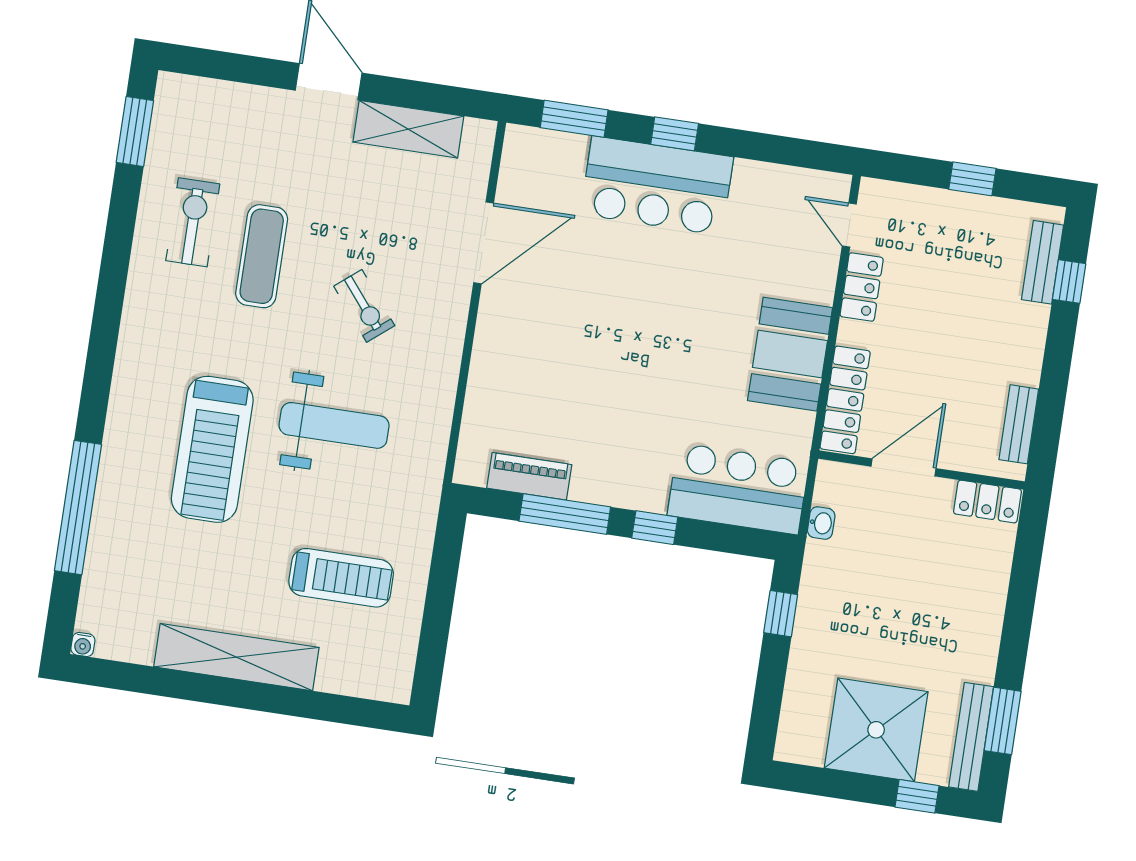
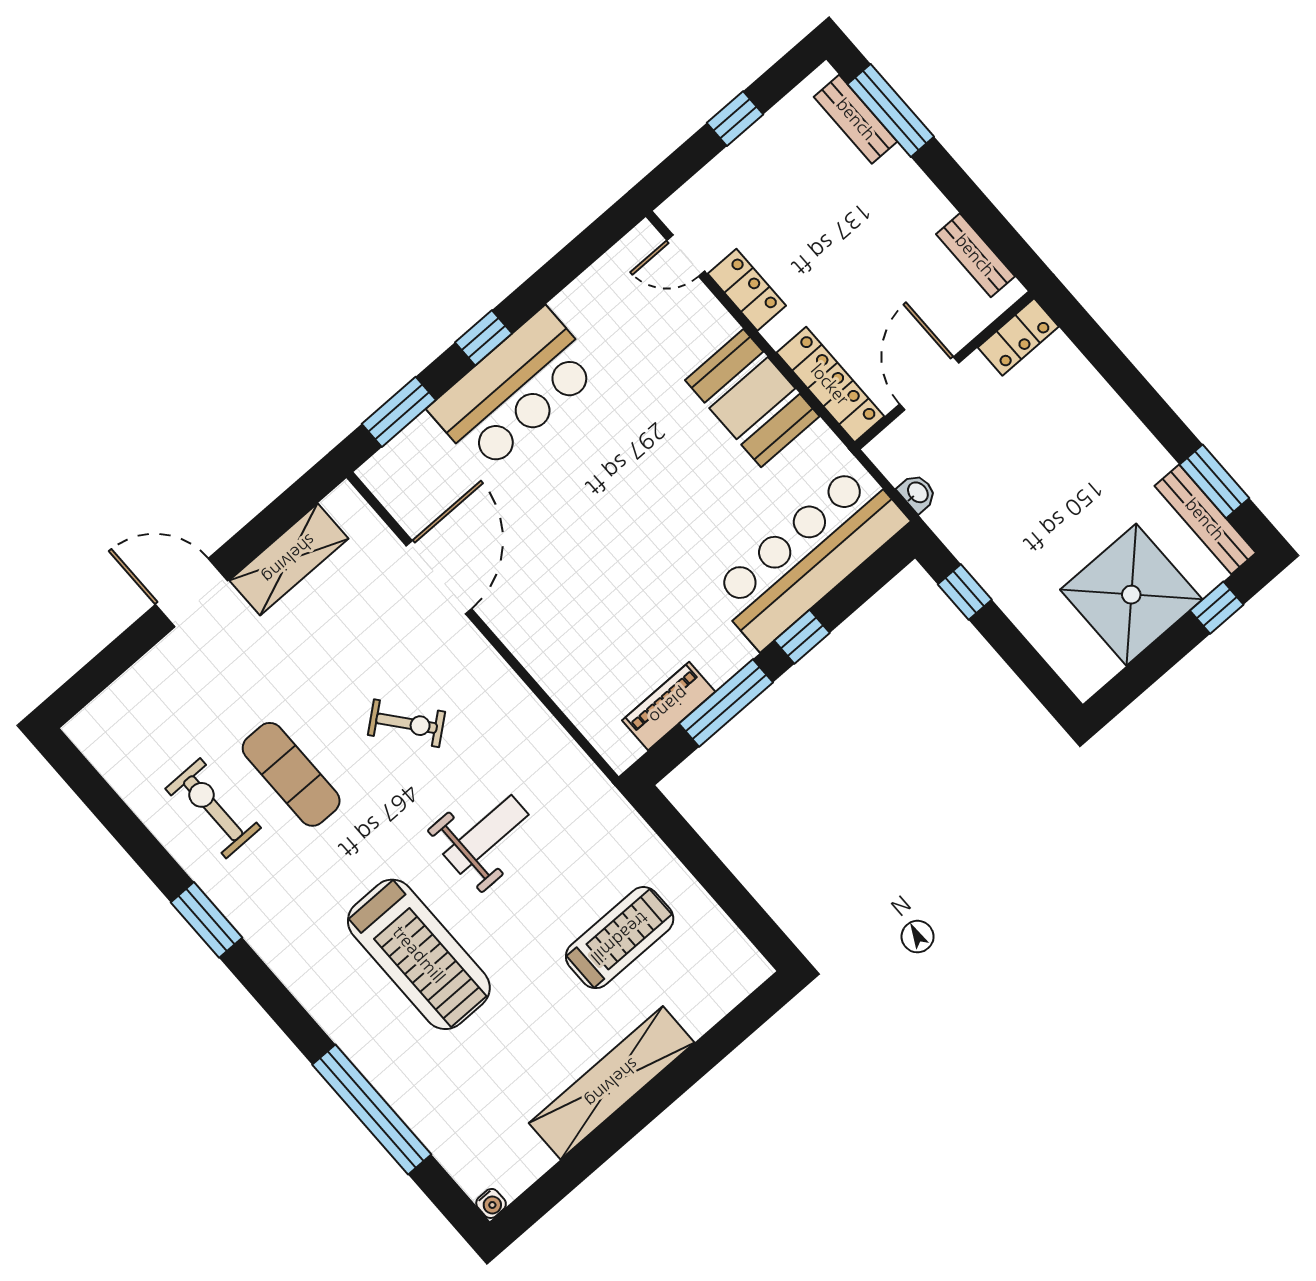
window: (135, 132) -> (206, 920), moved
window: (1069, 281) -> (891, 110), width x2.17
weight bench: (334, 425) -> (486, 834), width x0.73, depth x0.75
bar counter: (738, 489) -> (809, 556), width x1.36

